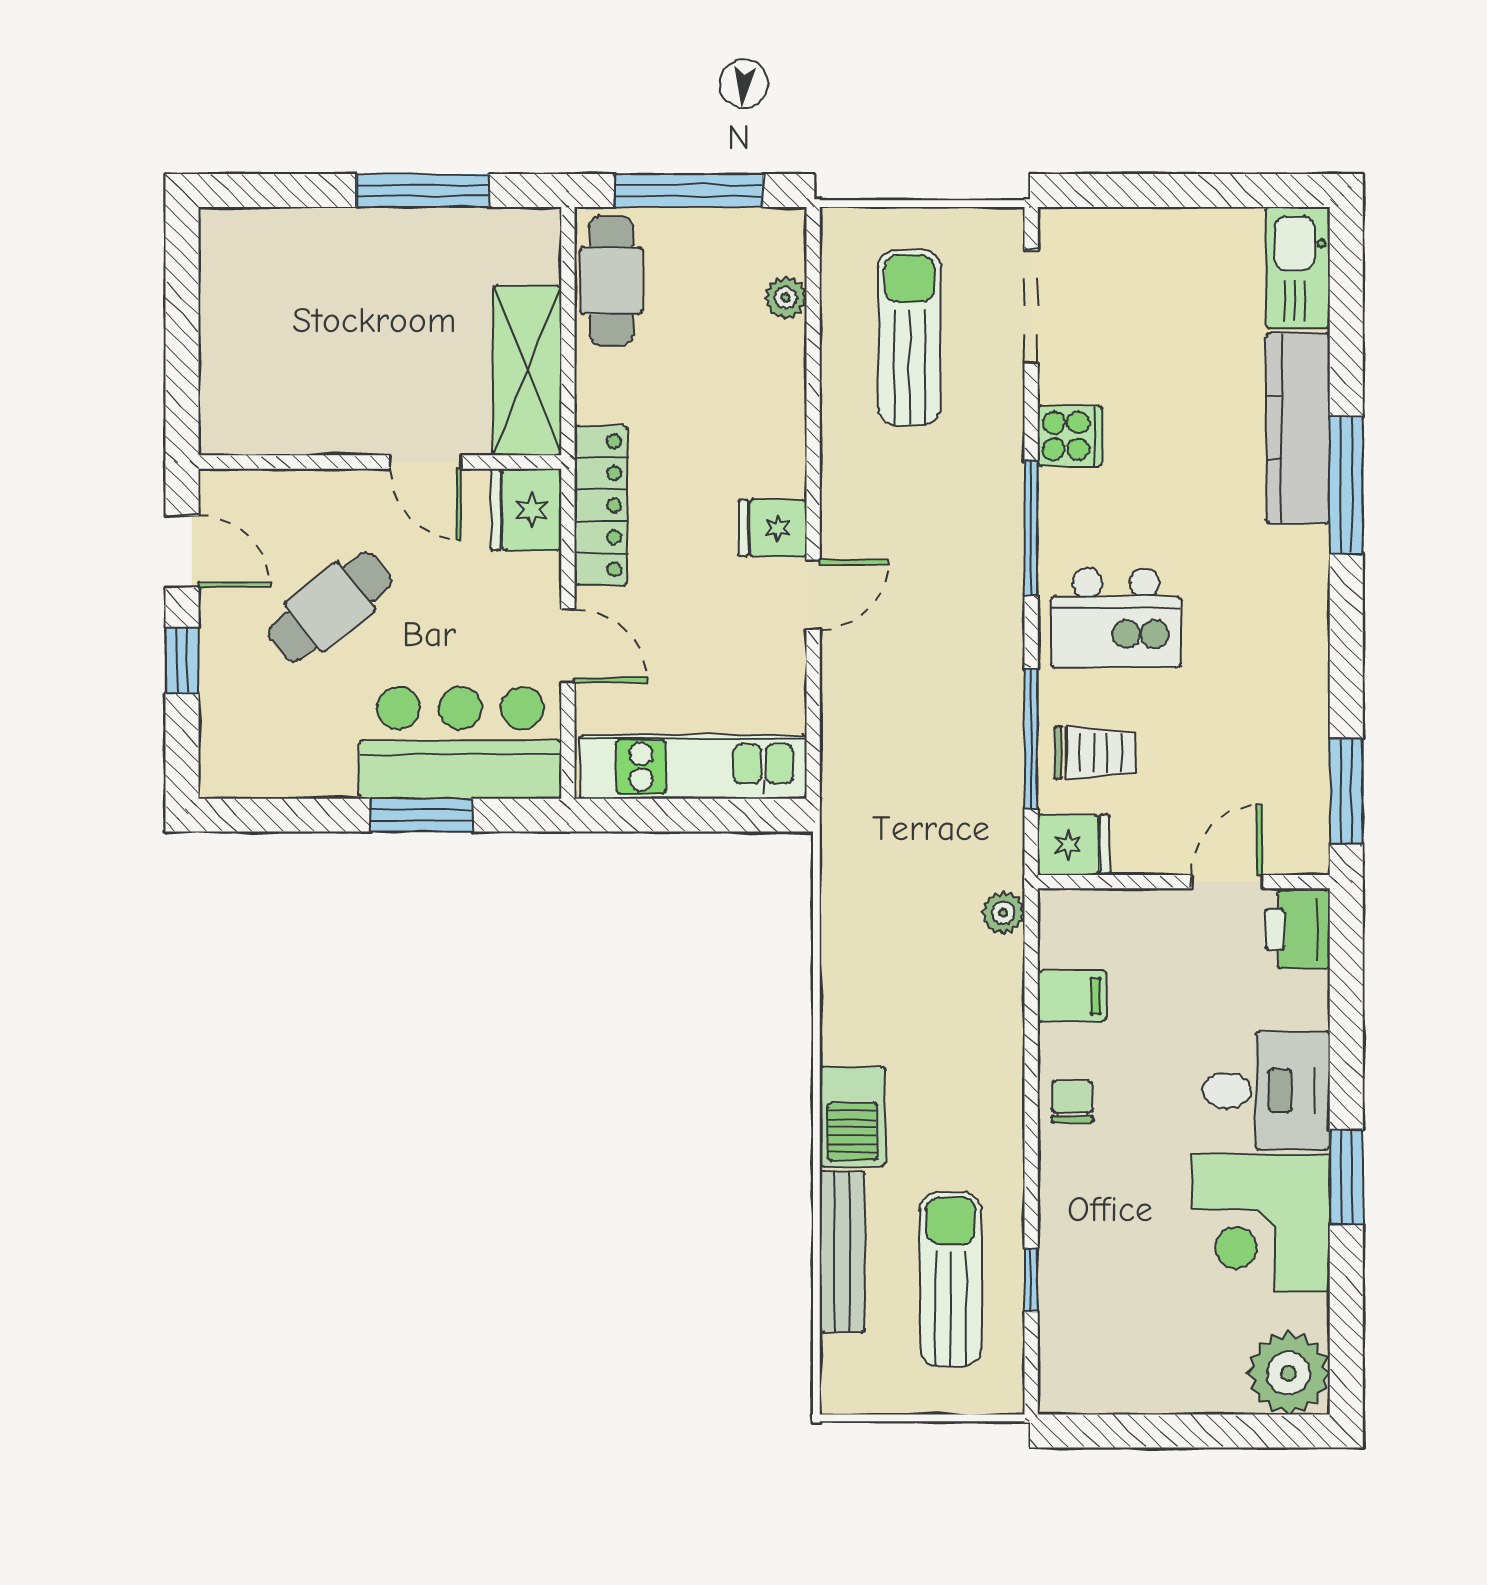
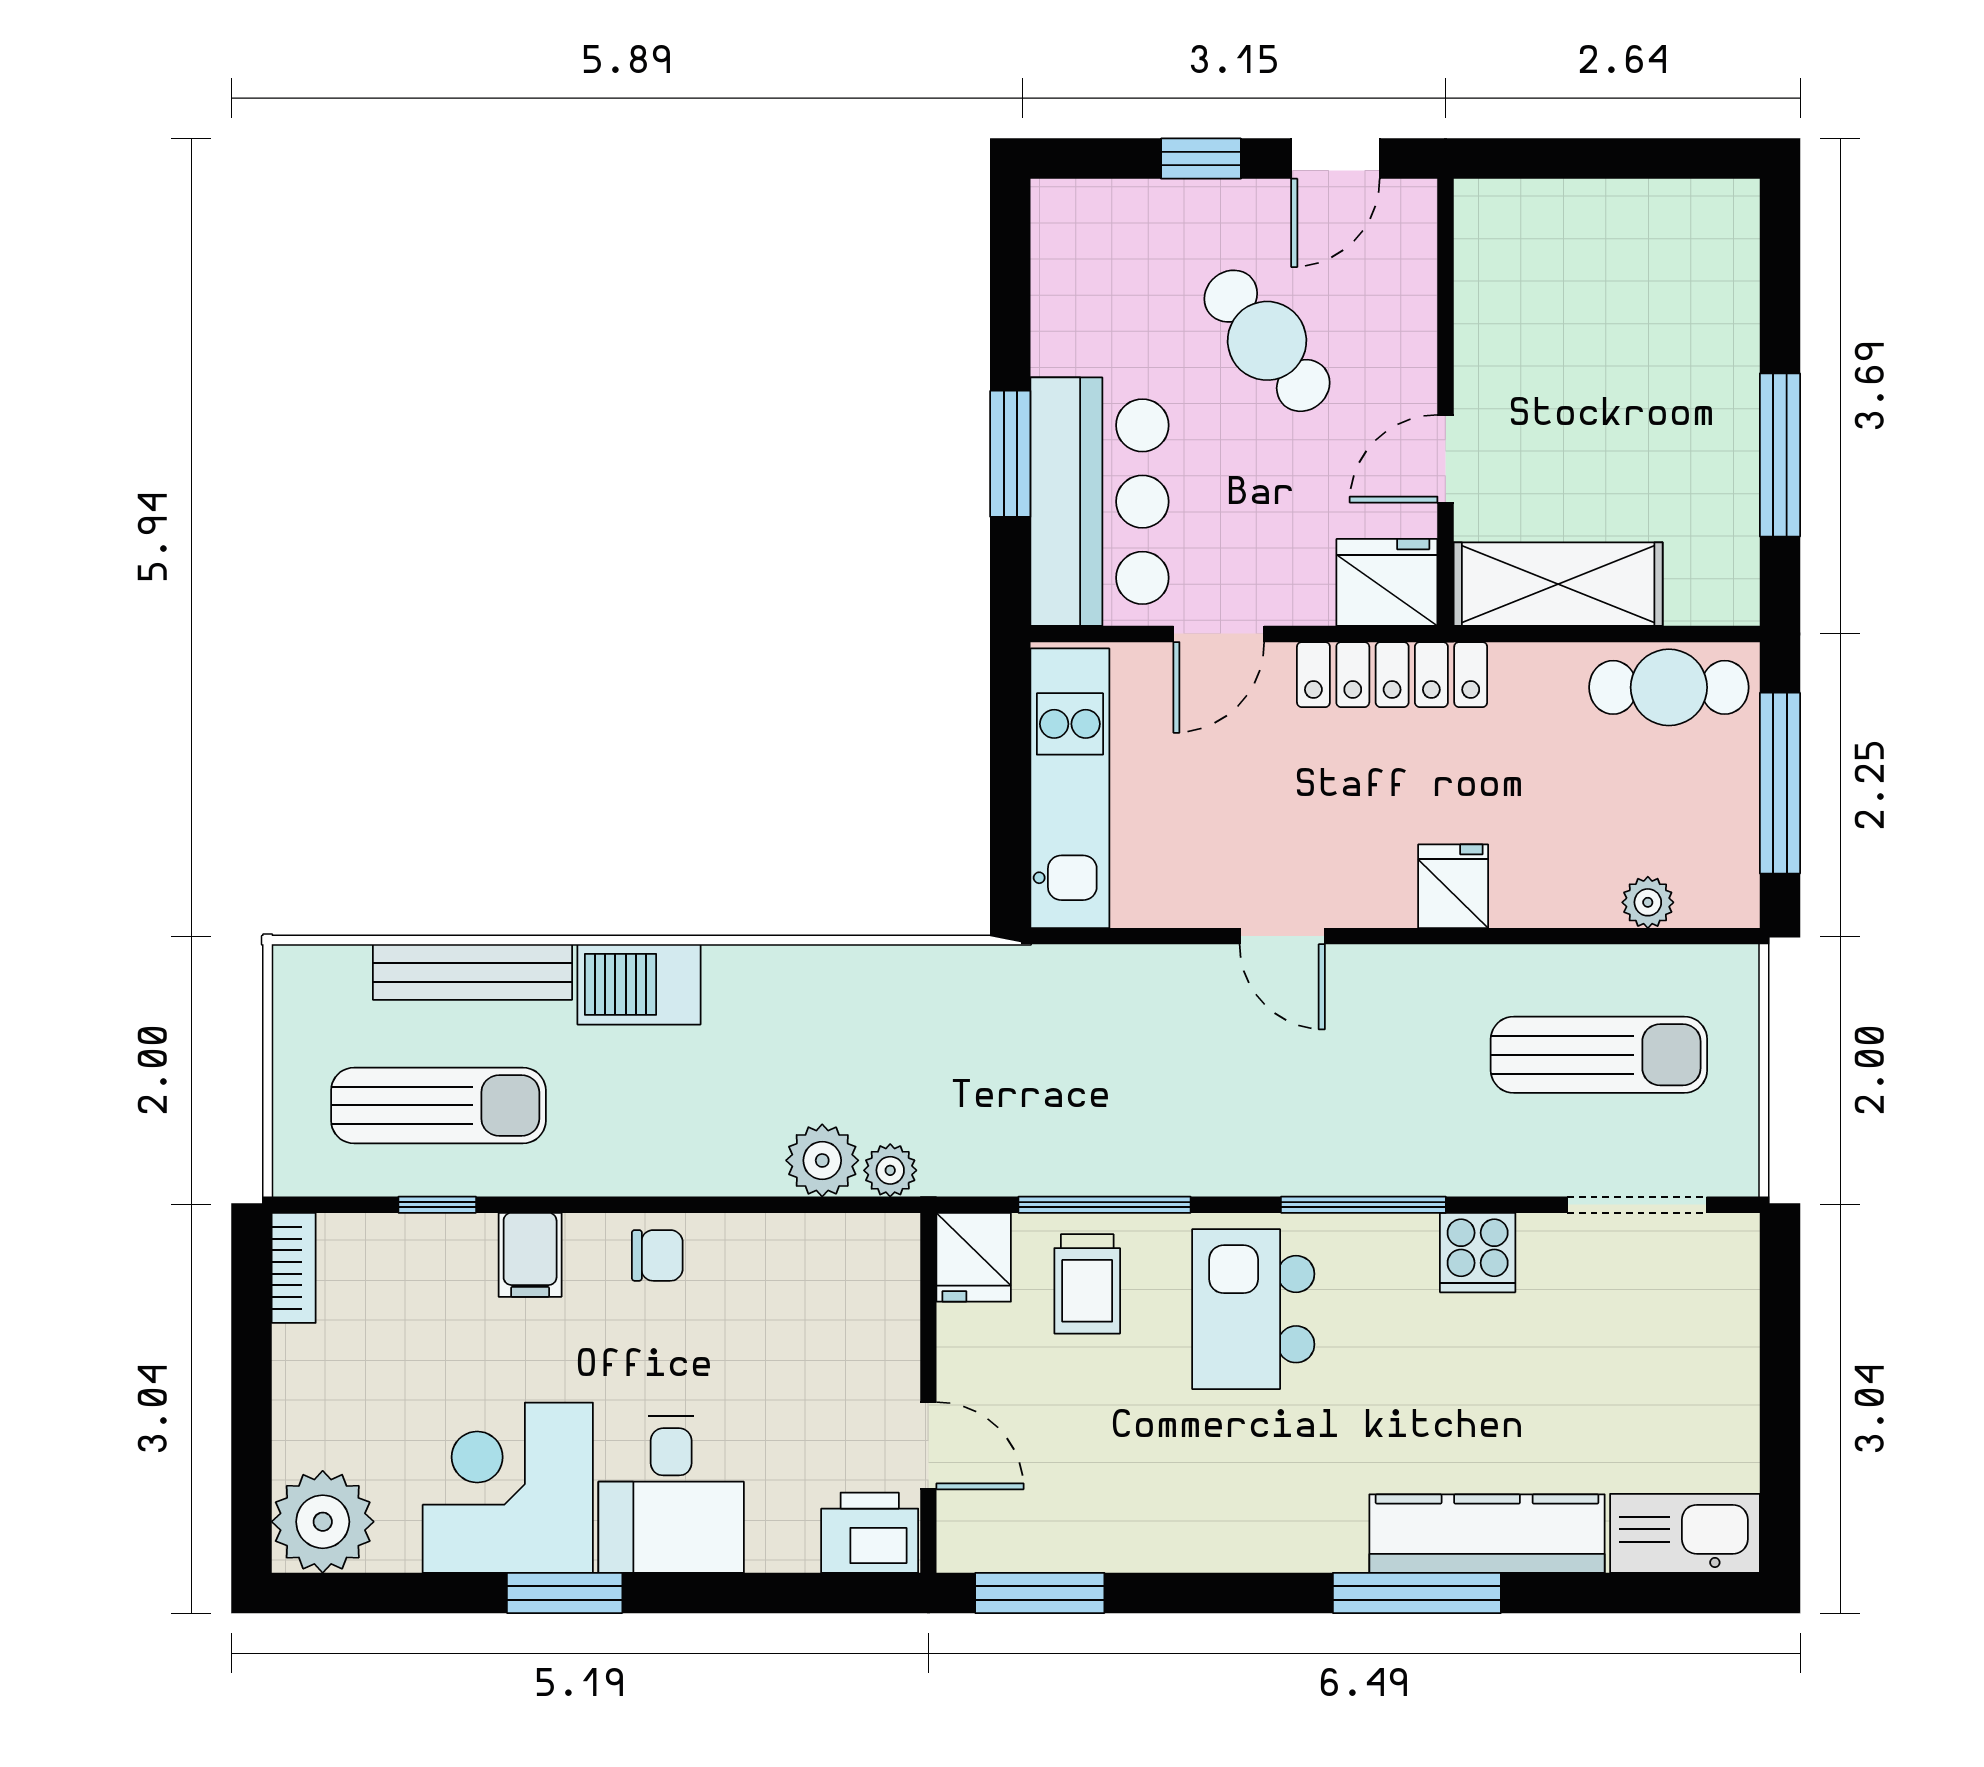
fridge: (773, 528) -> (1453, 886), moved
plant: (995, 968) -> (822, 1160), added
filing cabinet: (1072, 996) -> (530, 1255), moved
bookcase: (1082, 1397) -> (294, 1268), added

